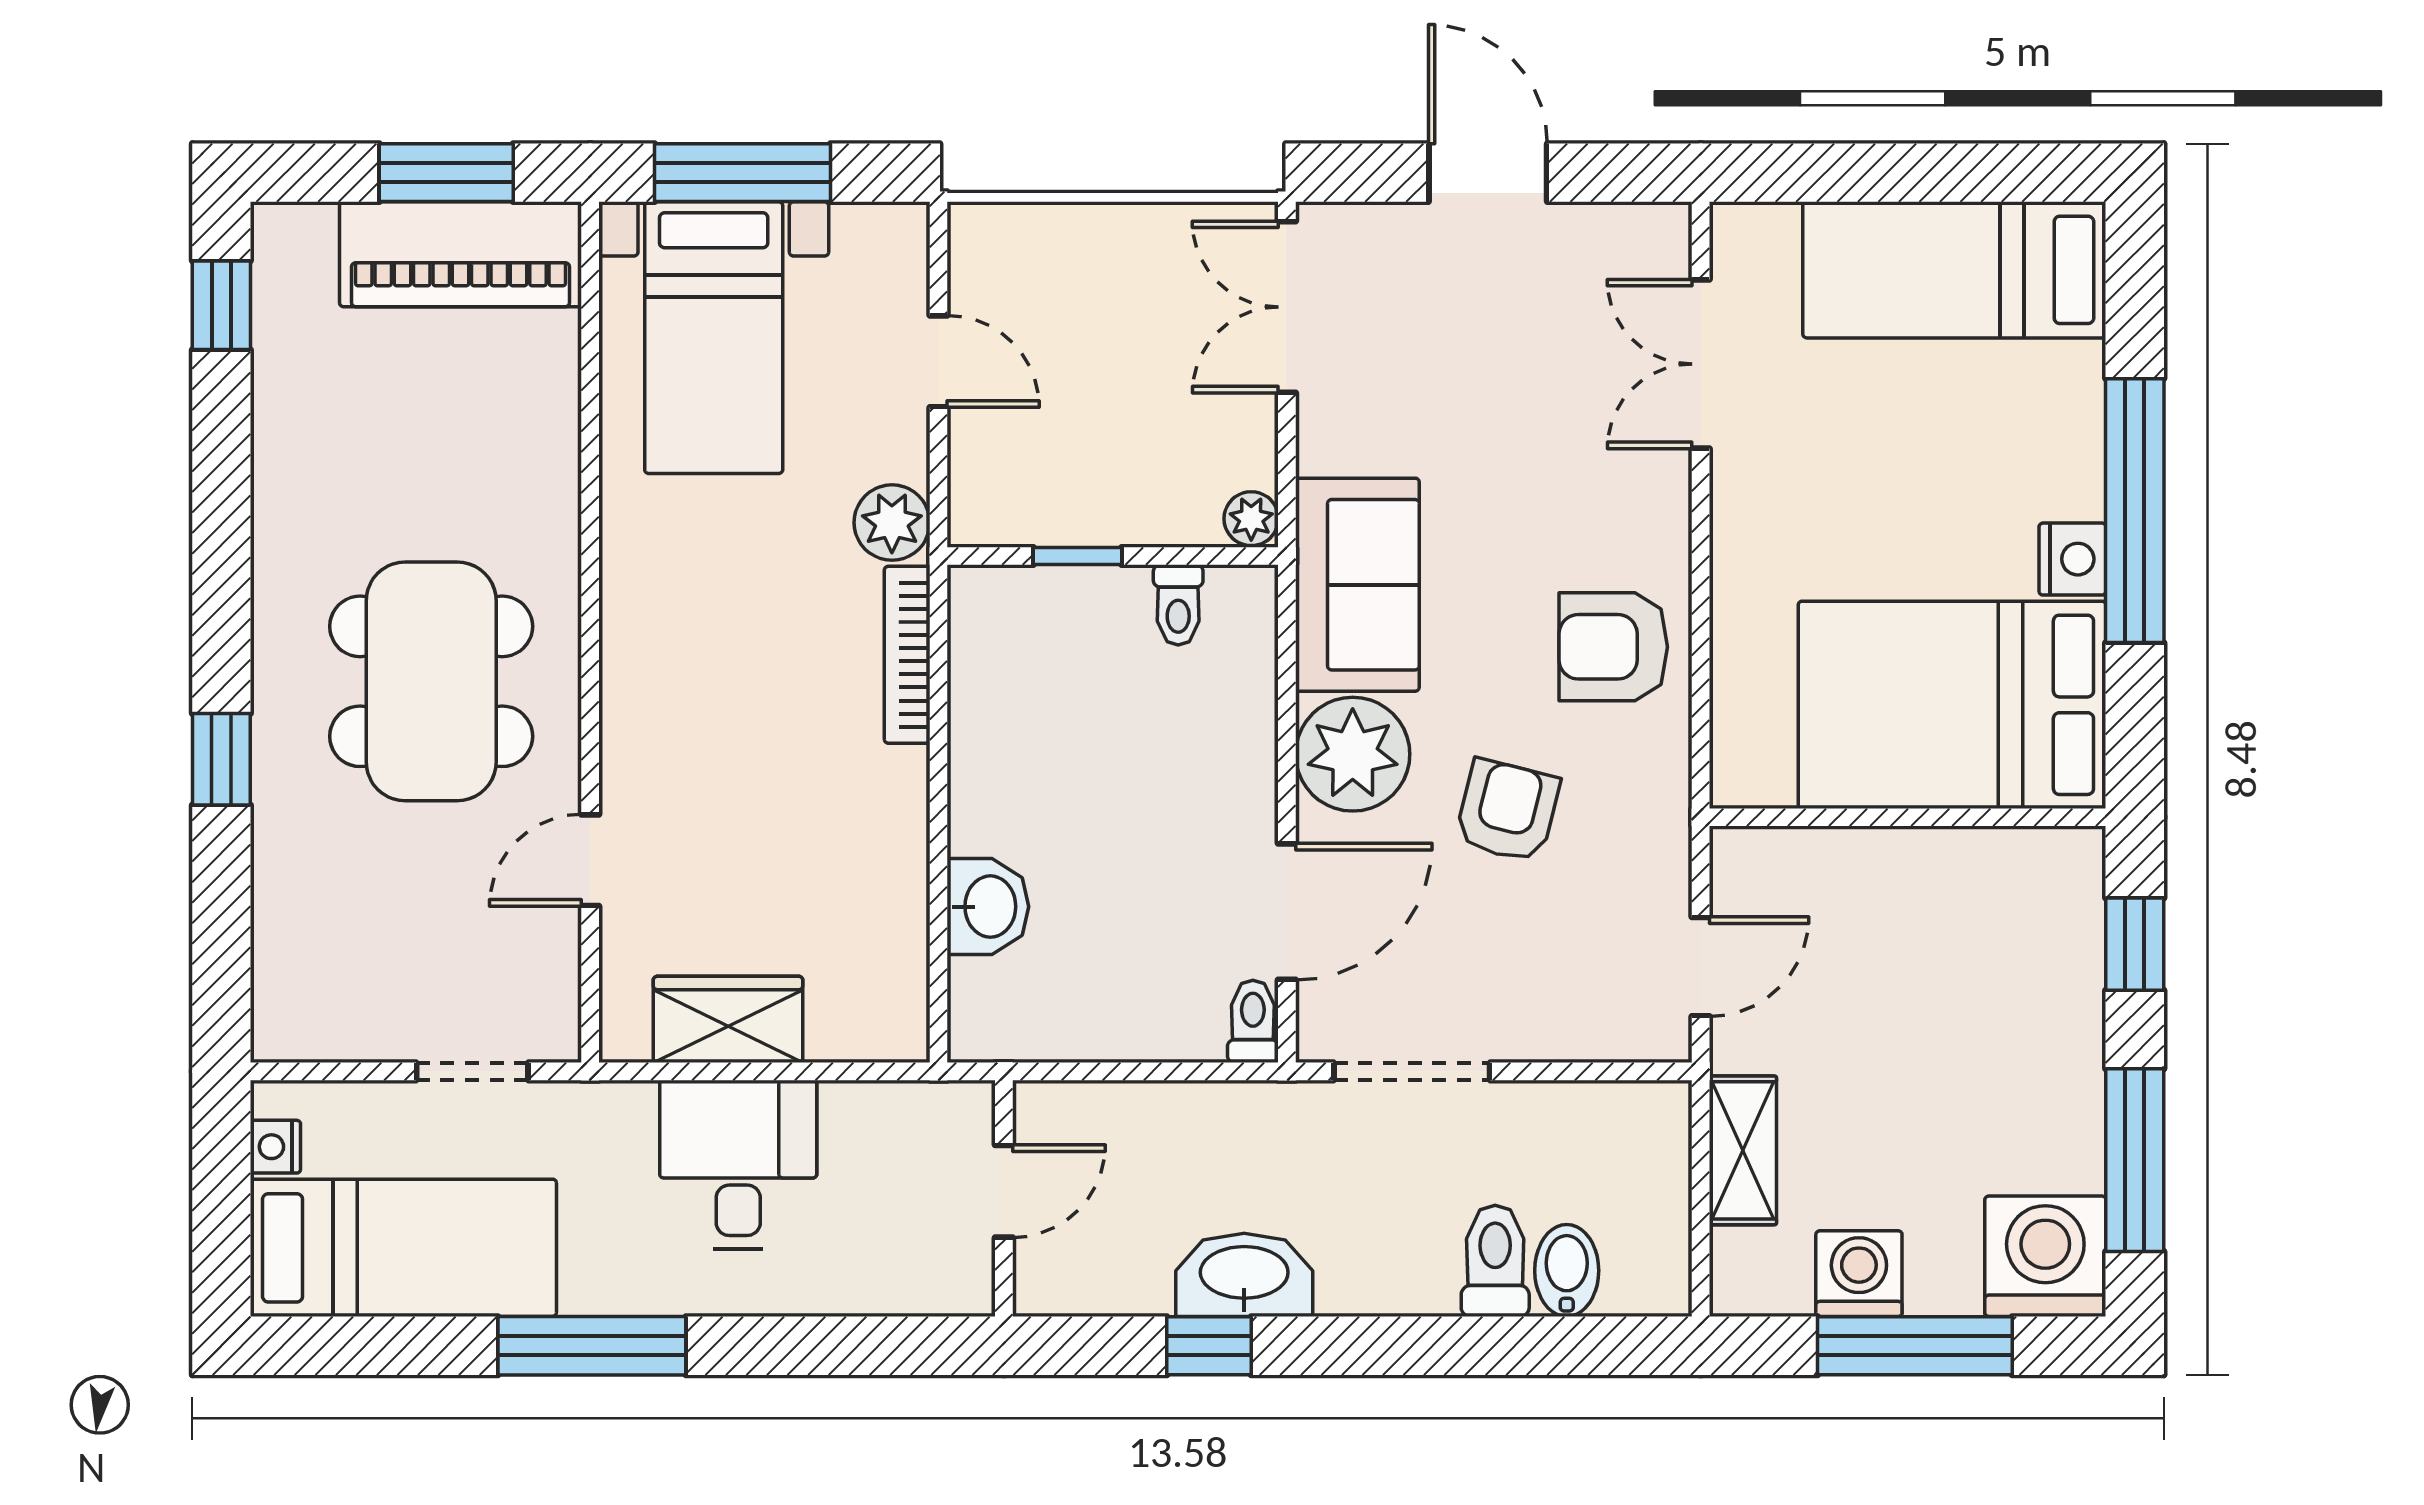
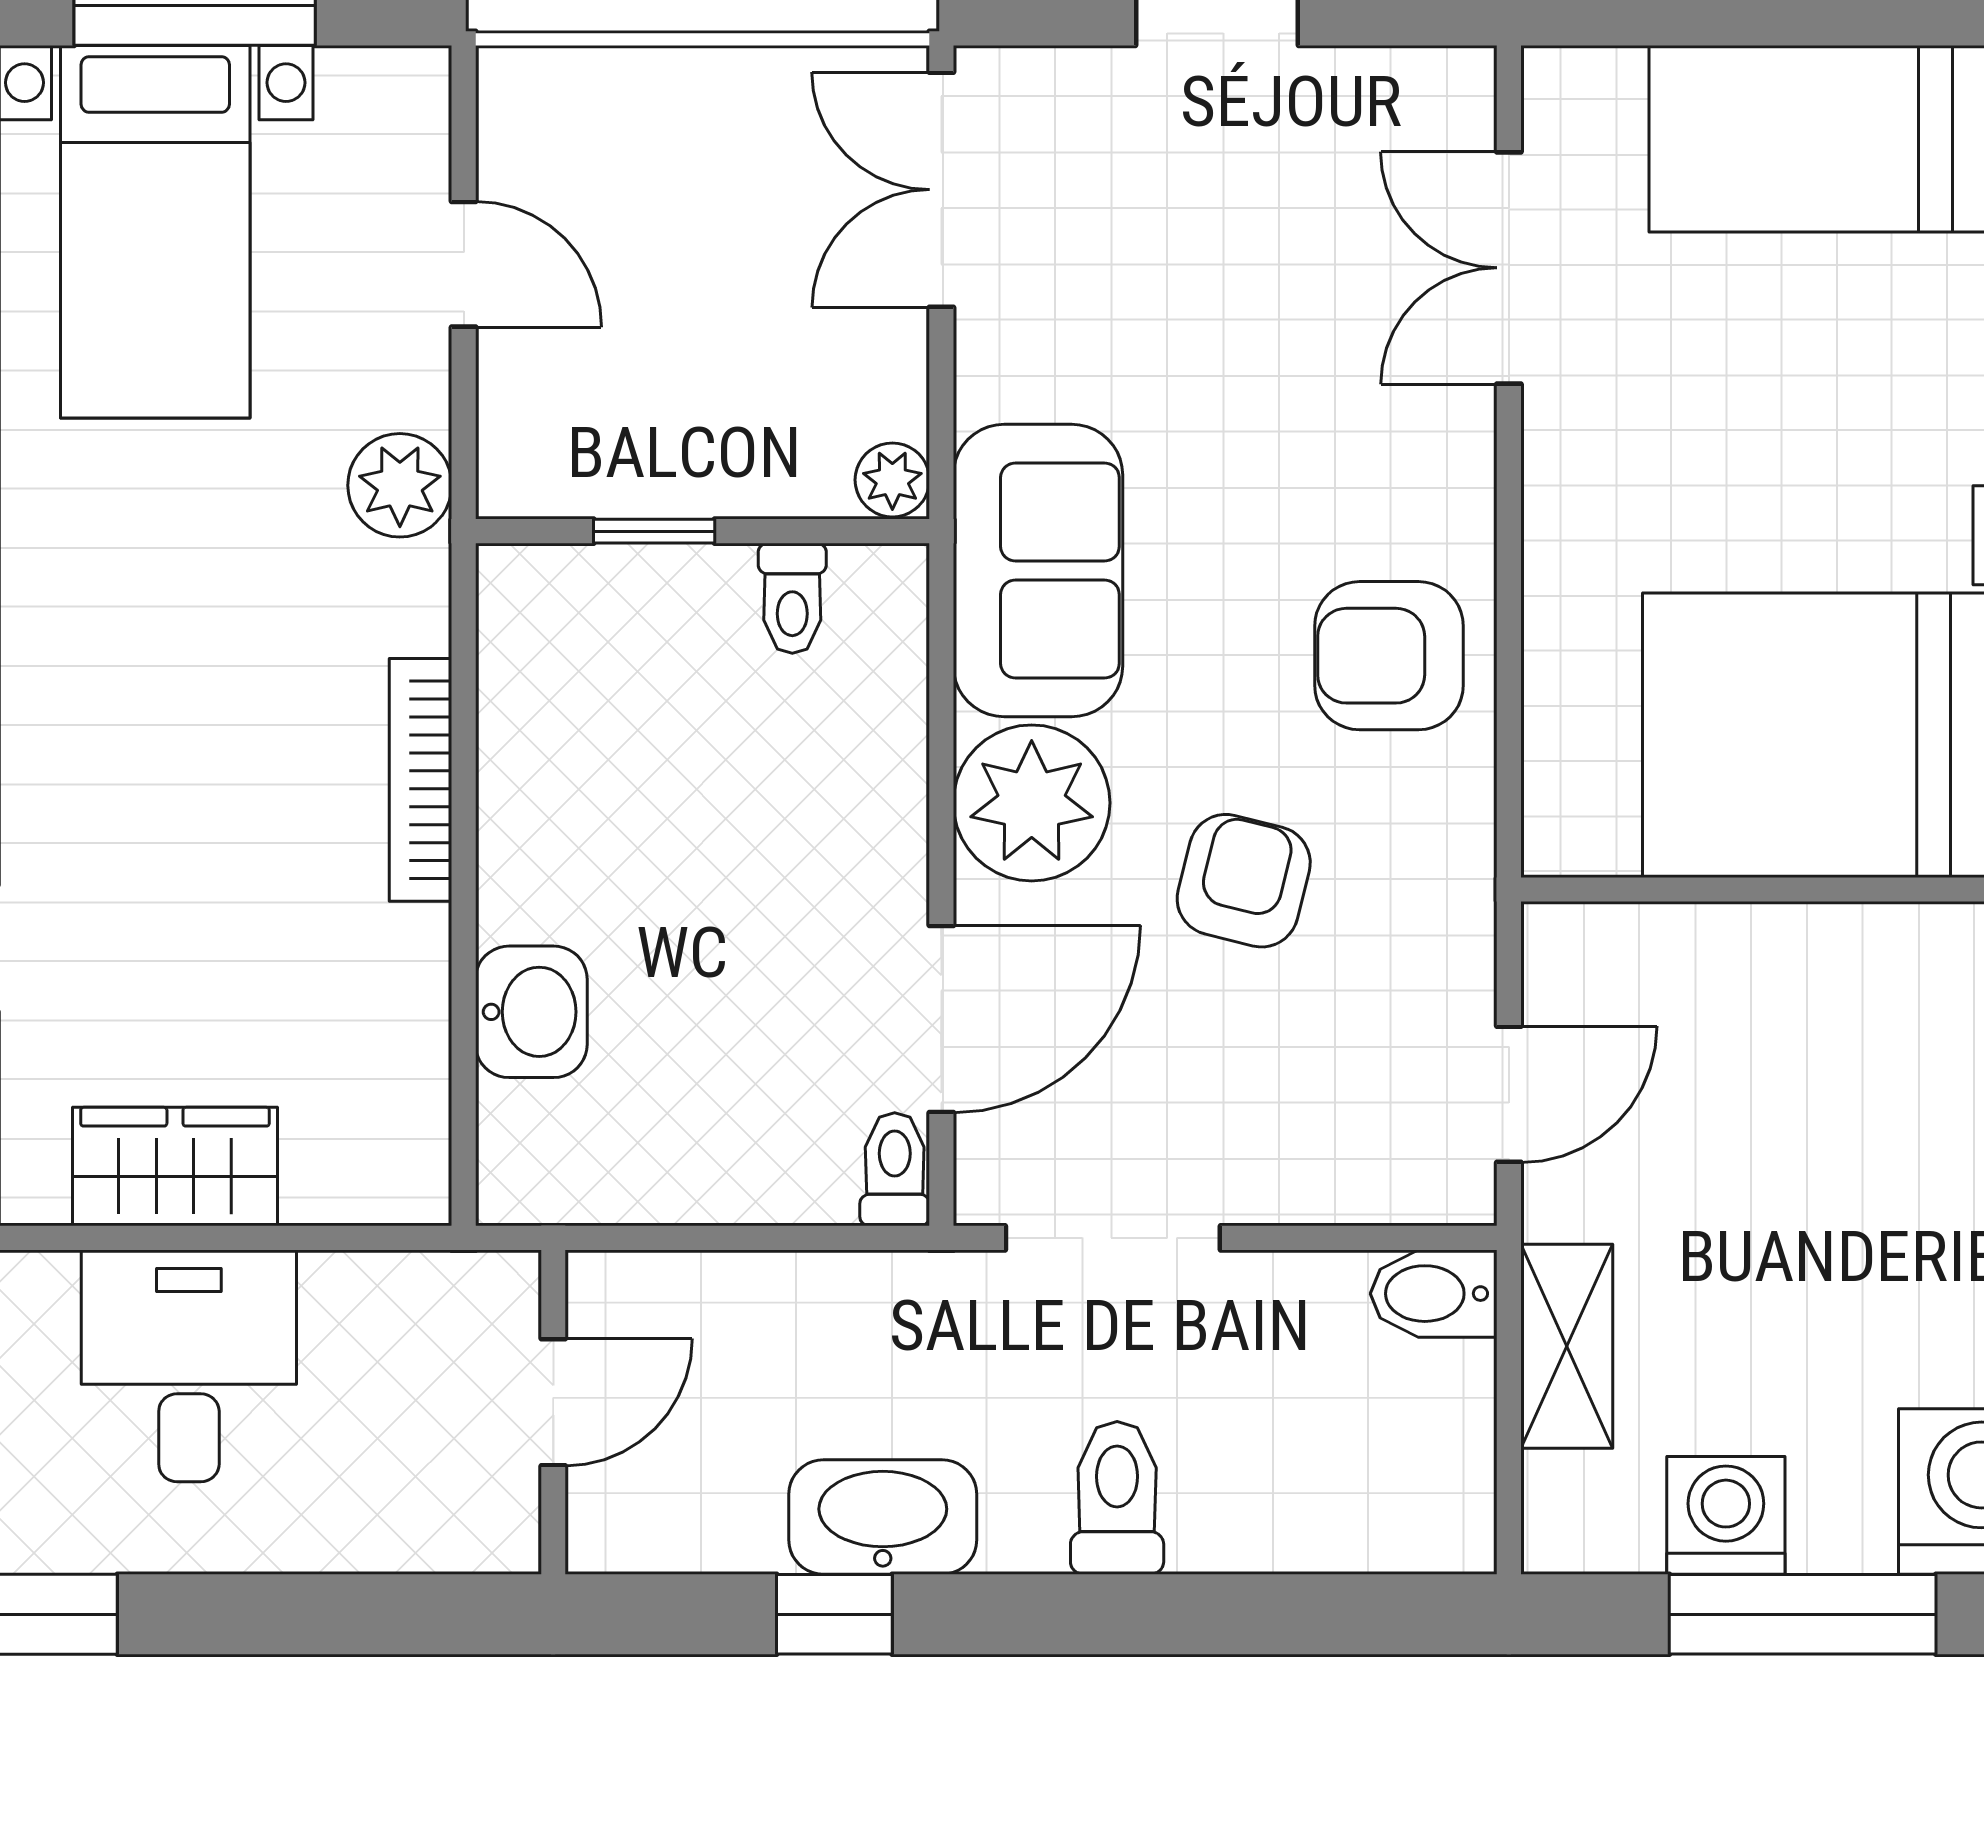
bookcase: (907, 655) -> (421, 780), moved
toilet: (1495, 1261) -> (1117, 1498), moved
bidet: (1567, 1271) -> (1434, 1294), moved, turned -90

